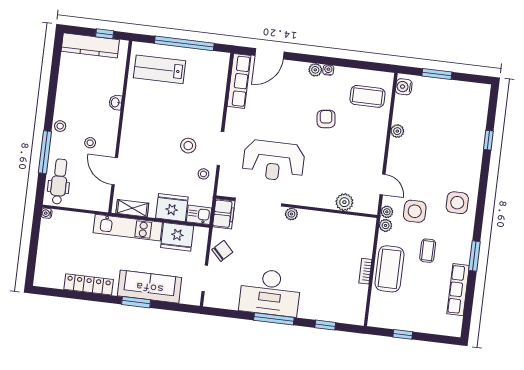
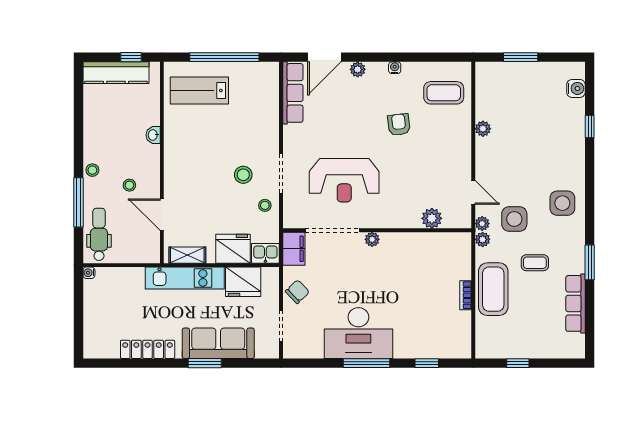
plant: (315, 70) -> (358, 69), moved
water cooler: (404, 87) -> (576, 88), moved, turned 180
coffee table: (428, 251) -> (535, 263), turned 90

